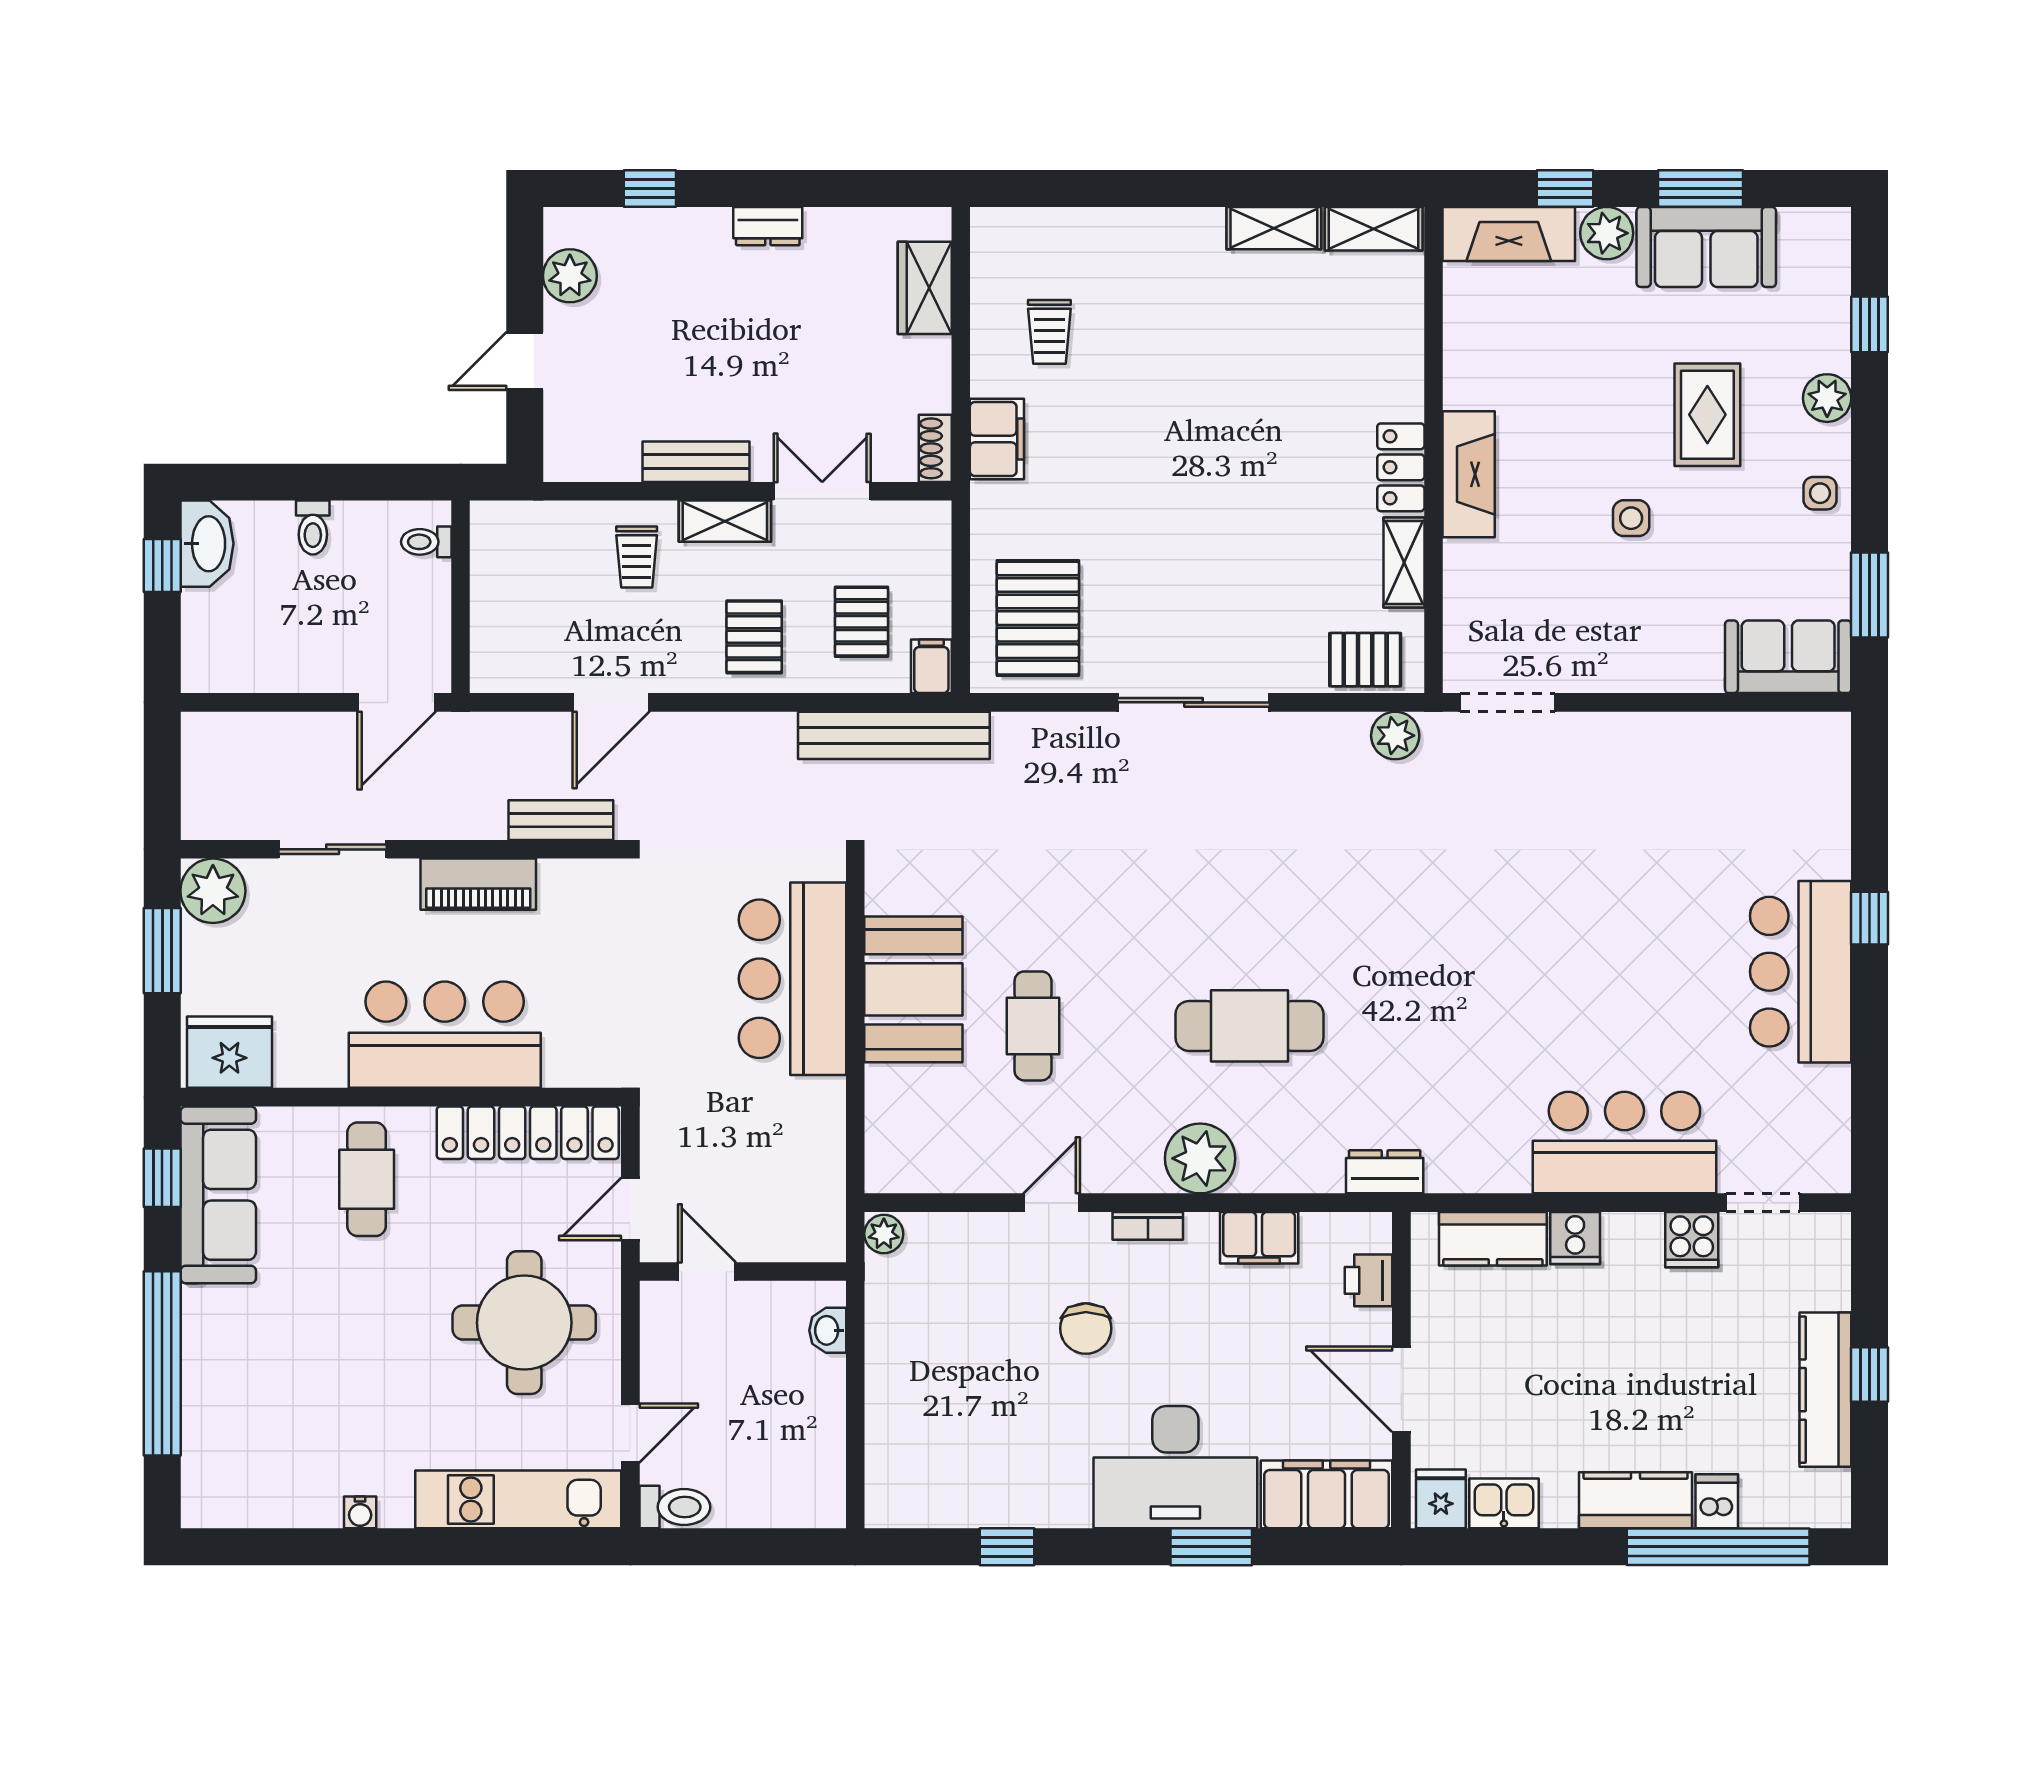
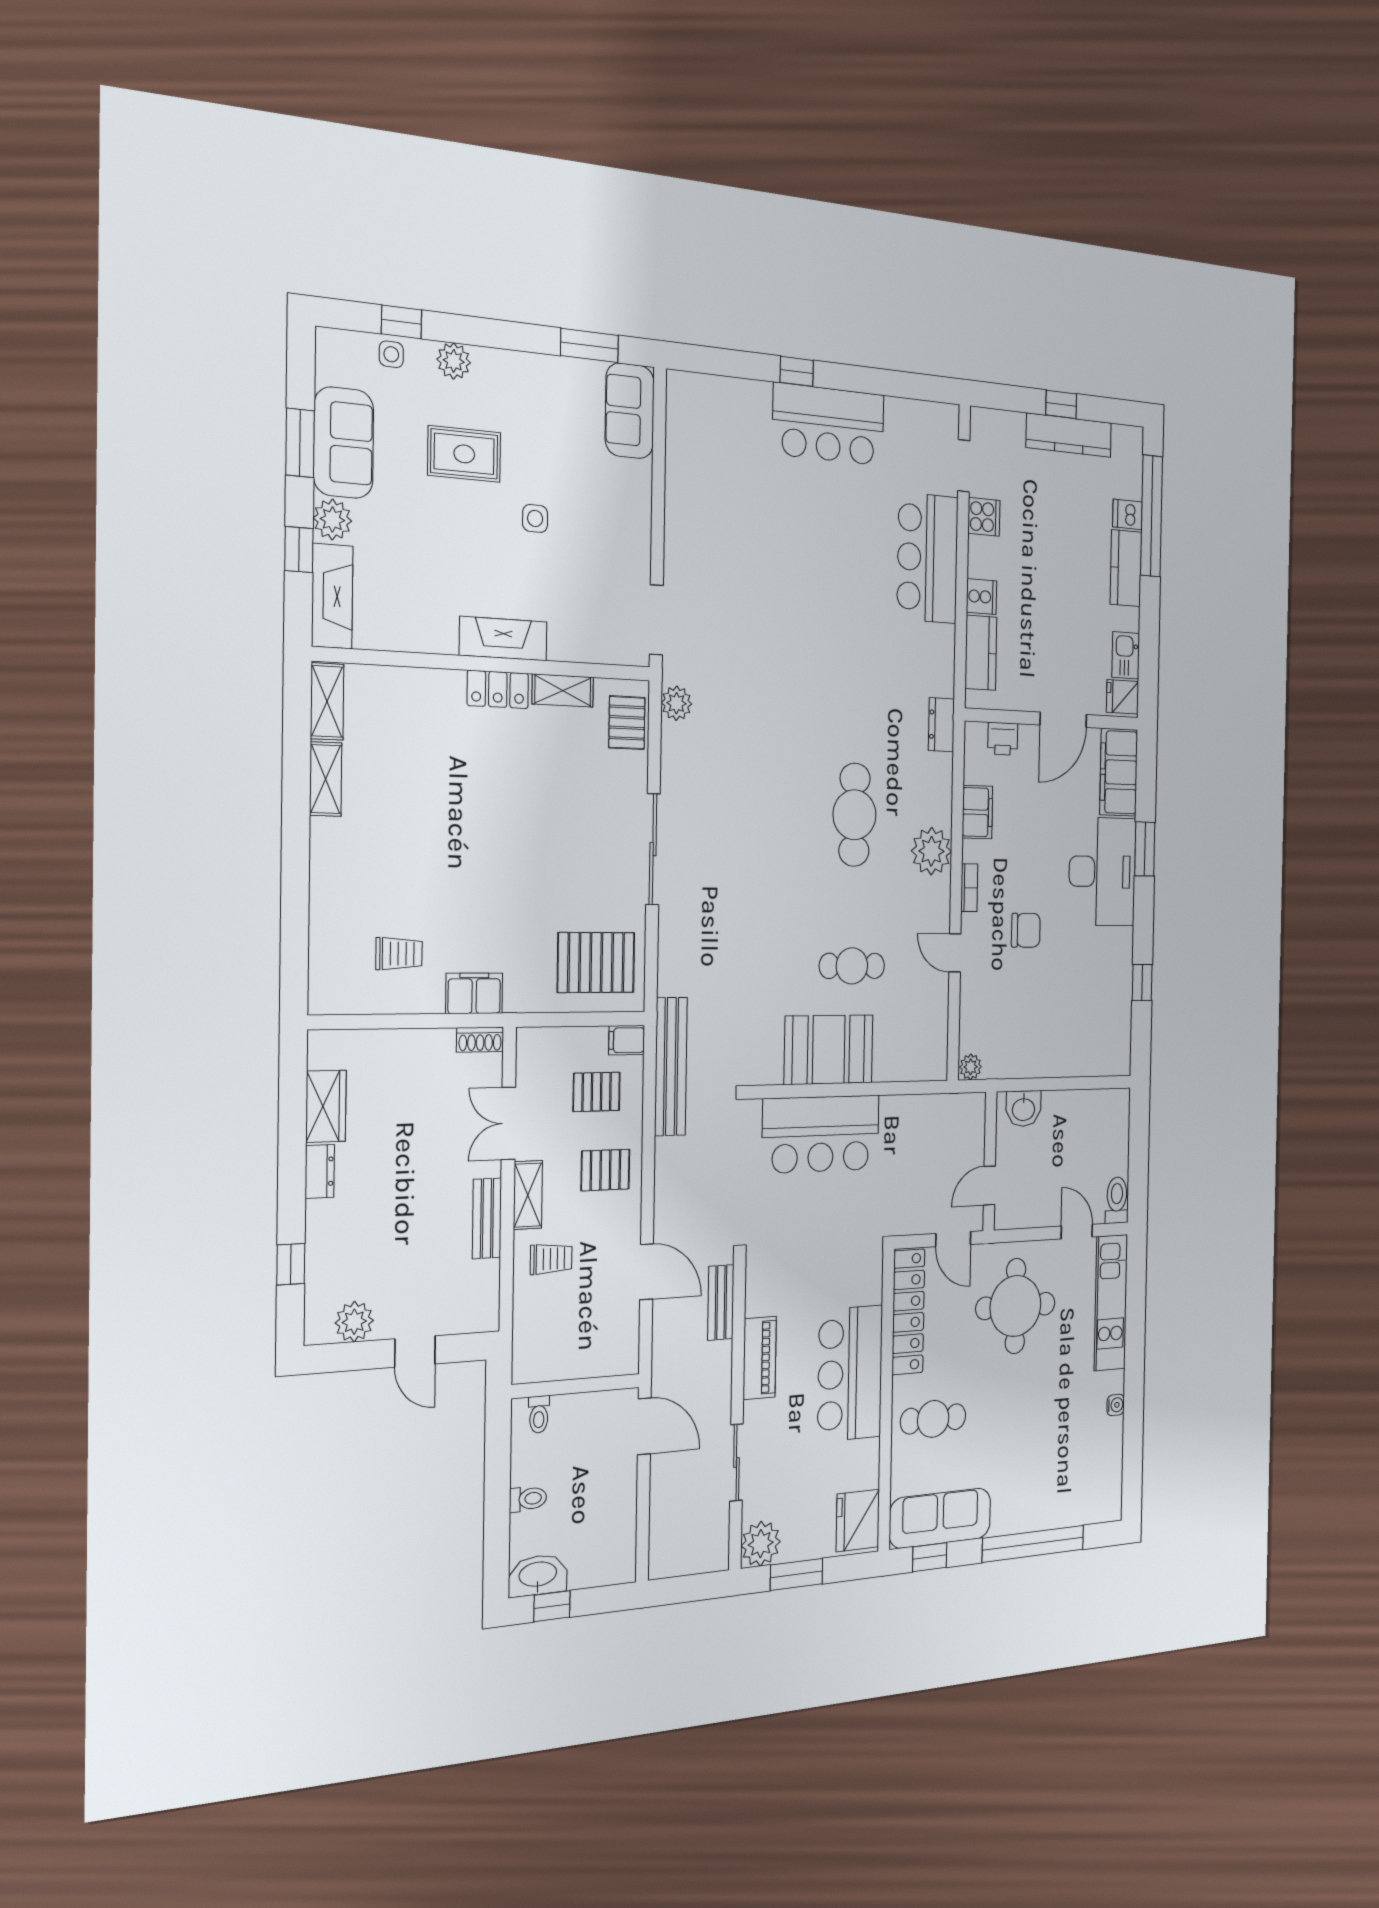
wardrobe: (925, 288) -> (326, 1106), moved, turned -90
side table: (1820, 493) -> (391, 354), moved
washbasin: (828, 1330) -> (1023, 1109), width x1.38, depth x1.45

